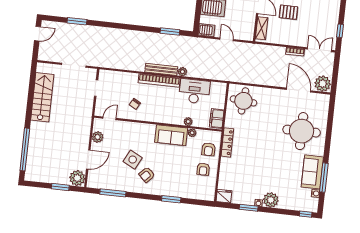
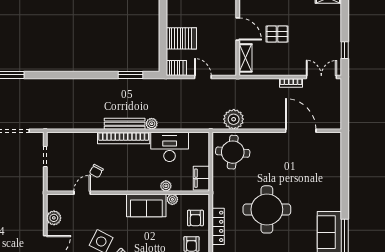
plant: (323, 84) -> (234, 119), moved
door: (110, 118) -> (82, 193), moved
round table: (302, 131) -> (267, 209), moved
locker: (227, 142) -> (218, 226), moved

